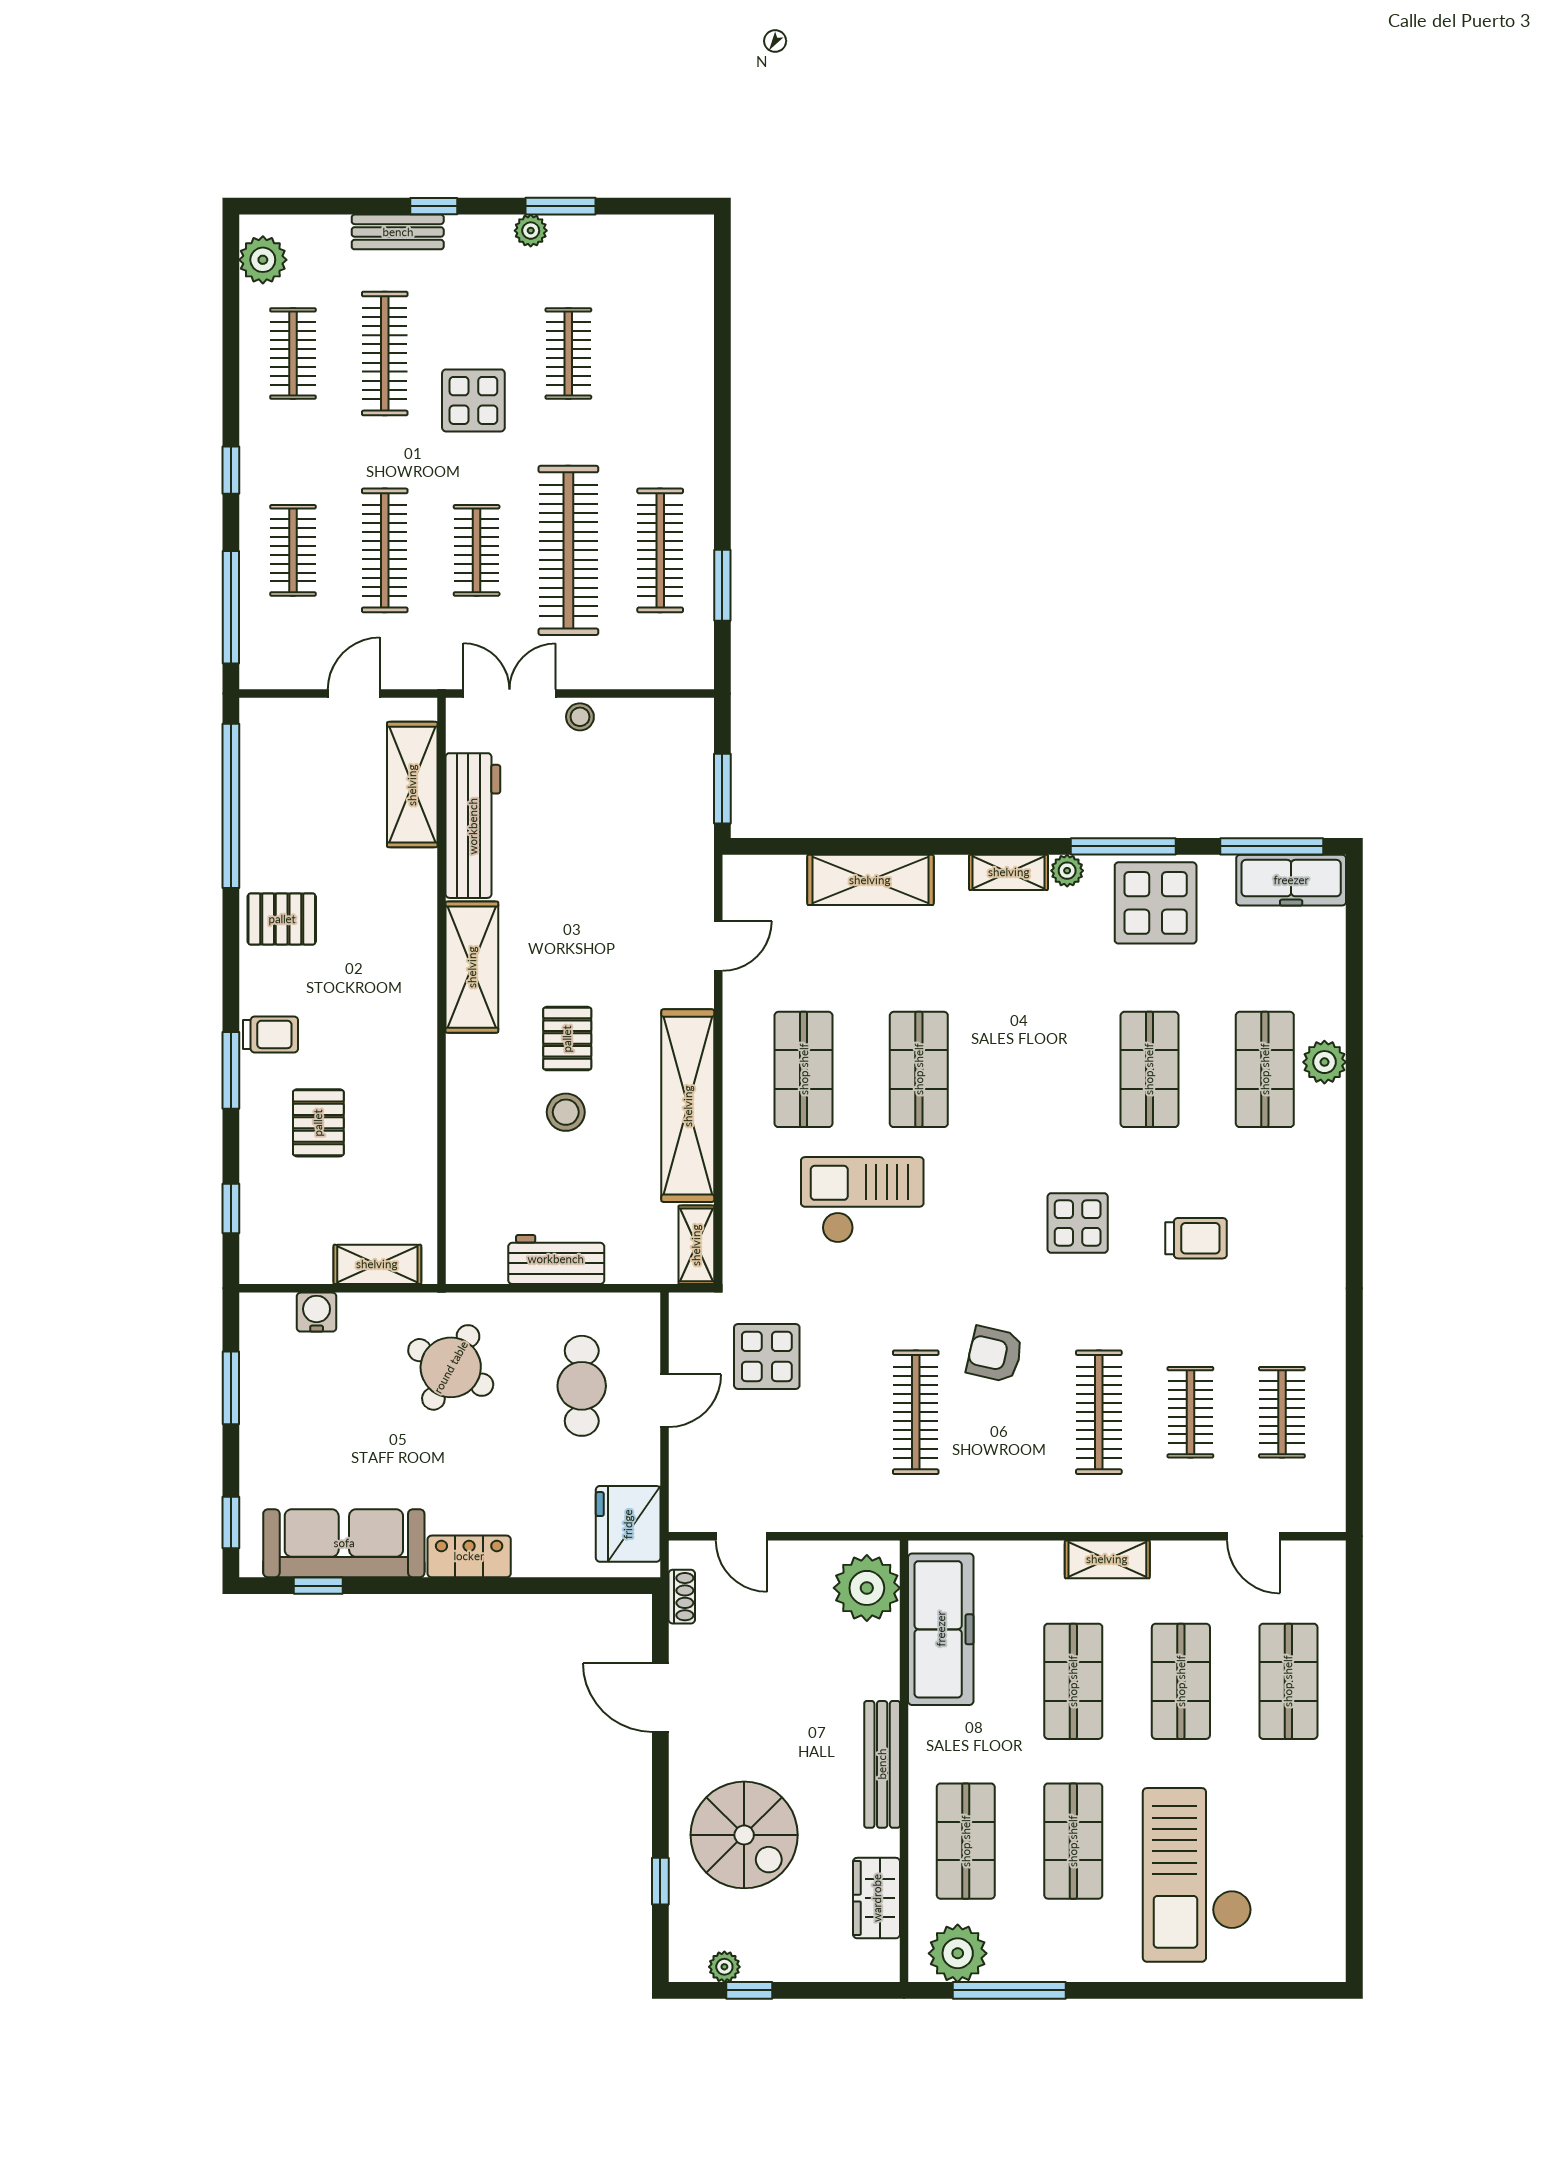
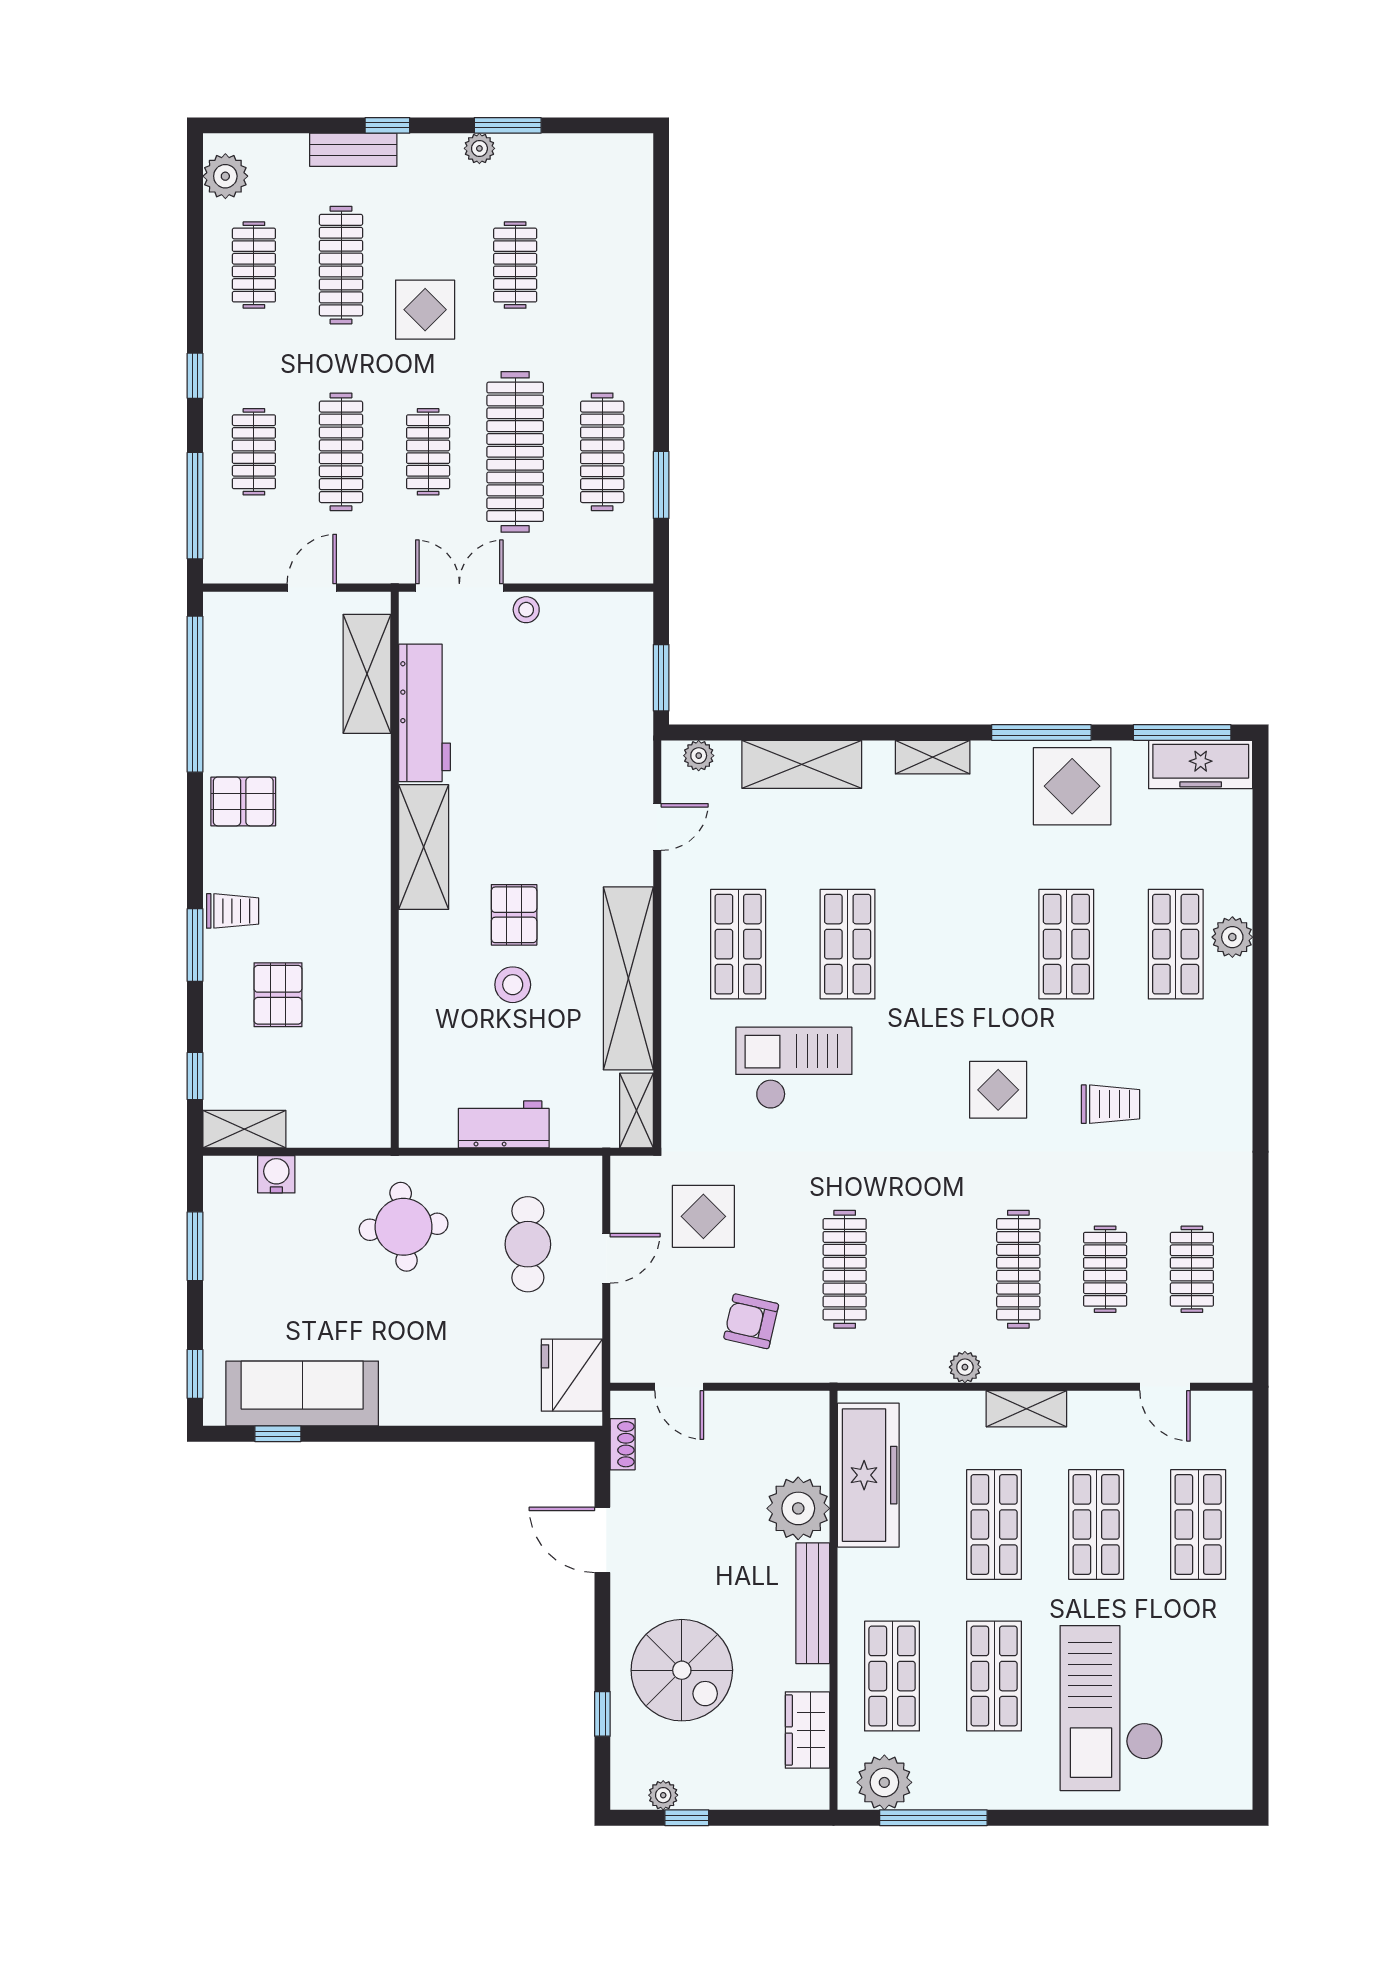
plant: (1067, 871) -> (699, 756), moved
shelving: (377, 1264) -> (244, 1129), moved
armchair: (995, 1354) -> (751, 1321), moved
round table: (451, 1367) -> (404, 1227), turned -34
plant: (1043, 1515) -> (965, 1367), added
locker: (469, 1556) -> (421, 1406), removed
plant: (867, 1588) -> (798, 1508), moved

